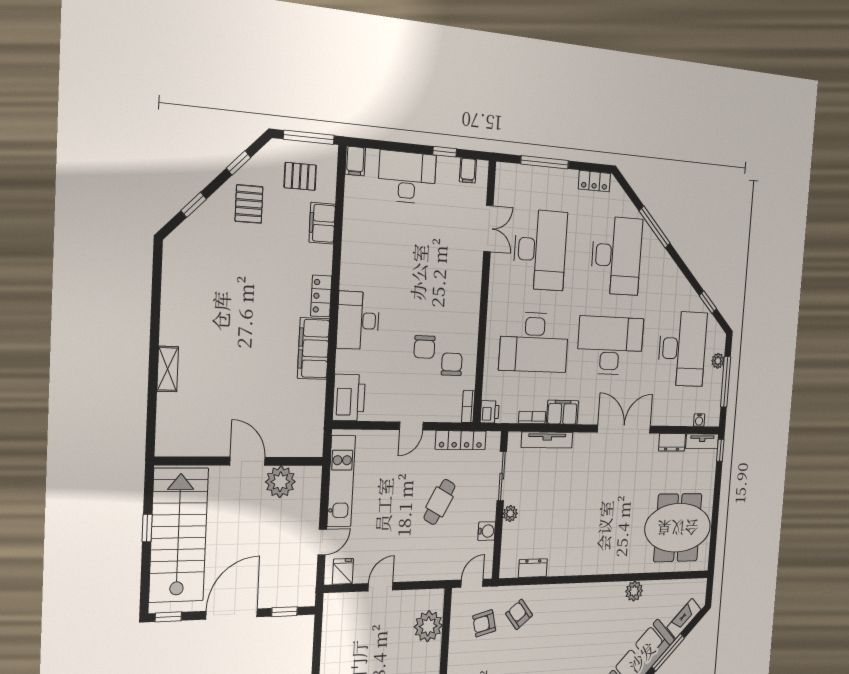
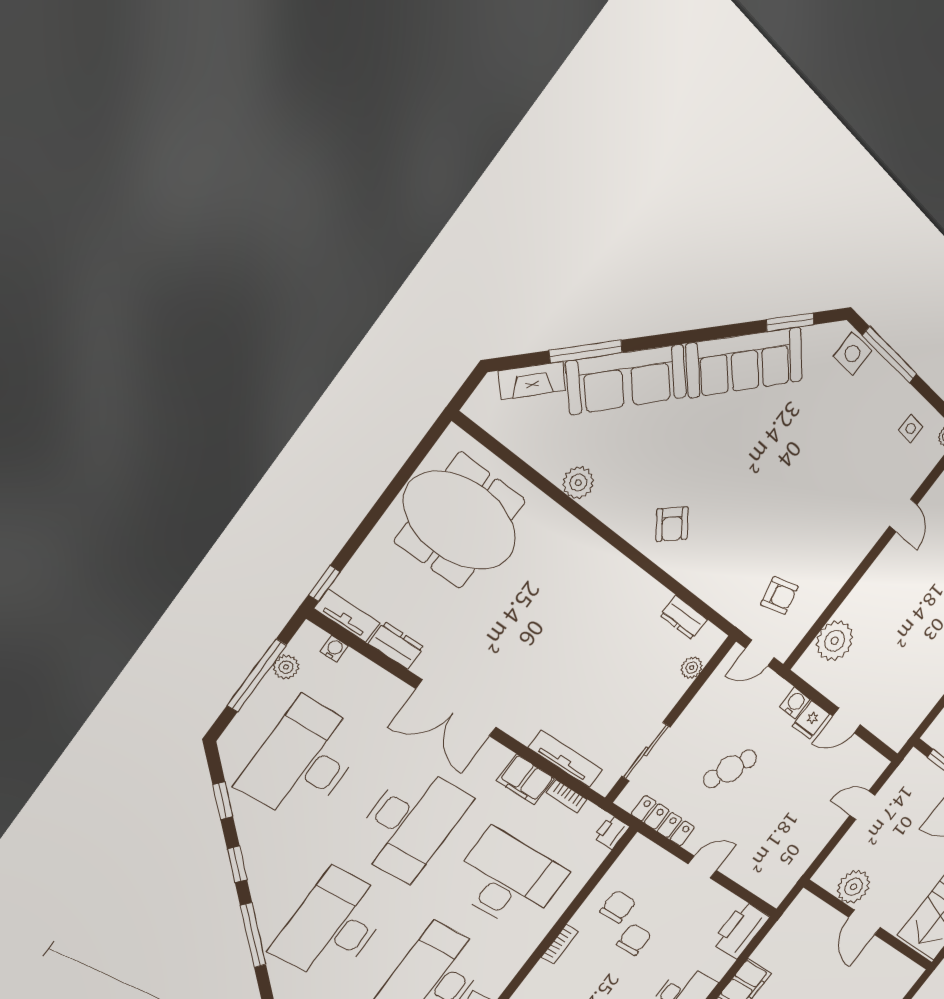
window: (684, 268) -> (237, 864), added
desk: (610, 346) -> (410, 823), turned -90
plant: (718, 361) -> (286, 667), moved
chair: (452, 364) -> (618, 907), turned 180
bookcase: (468, 407) -> (560, 944), moved
kitchen unit: (341, 481) -> (804, 853), removed
plant: (510, 513) -> (692, 668), moved
water cooler: (487, 531) -> (795, 703), moved, turned 90
fridge: (343, 571) -> (811, 720), moved
armchair: (519, 614) -> (672, 524), moved

